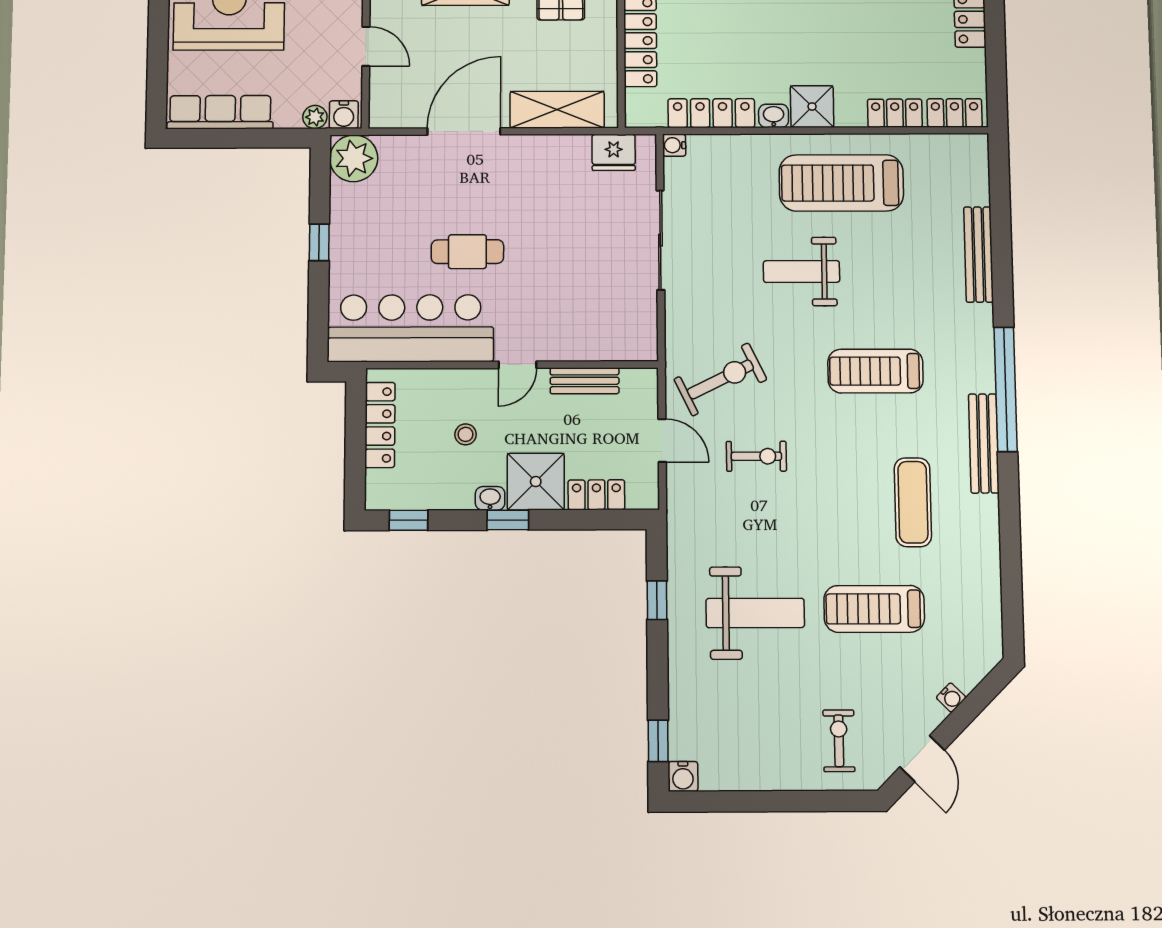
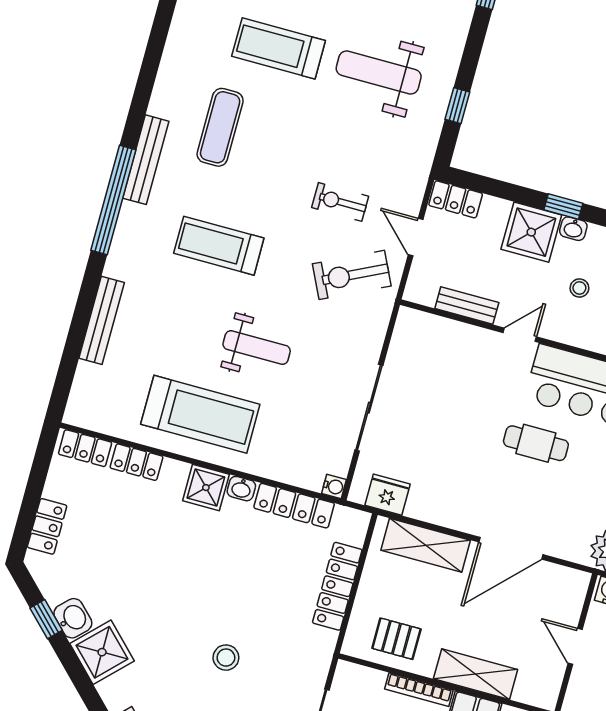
treadmill: (875, 371) -> (219, 246), turned 180
locker: (596, 495) -> (456, 199), moved
treadmill: (874, 609) -> (279, 48), turned 180

